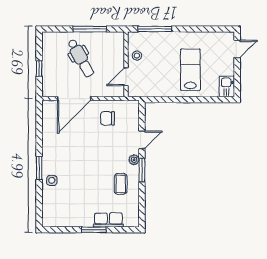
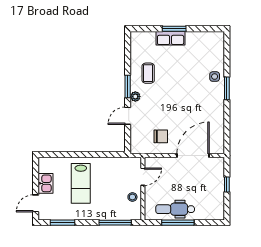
window: (209, 29) -> (62, 223), added
dental chair: (81, 58) -> (175, 209), moved, turned -61
kitchen sink: (227, 87) -> (45, 183), moved
row of seats: (108, 220) -> (171, 38), moved

